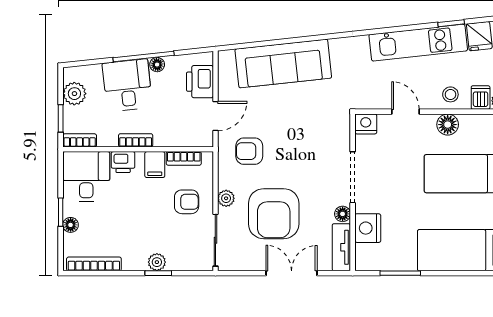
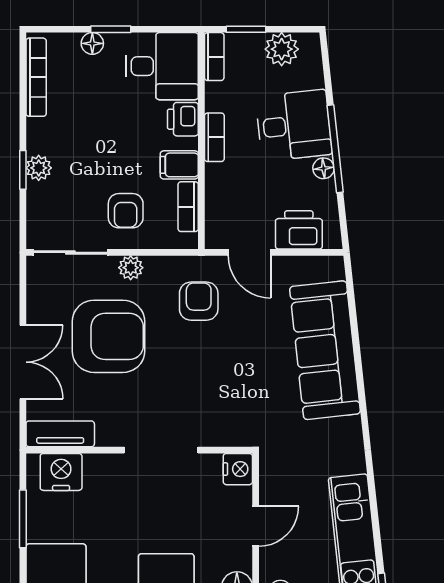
armchair: (274, 214) -> (108, 336), turned 180
floor lamp: (343, 214) -> (108, 436), removed
nightstand: (368, 228) -> (61, 472), moved

